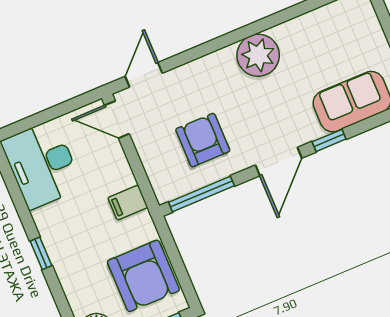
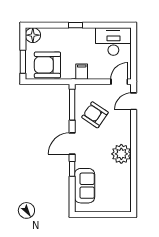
door: (144, 75) -> (134, 101), swing flipped
armchair: (203, 140) -> (95, 115), turned -146
door: (279, 162) -> (72, 143), hinge flipped

